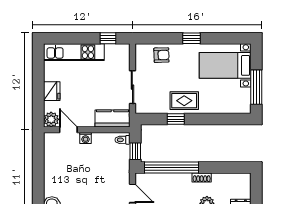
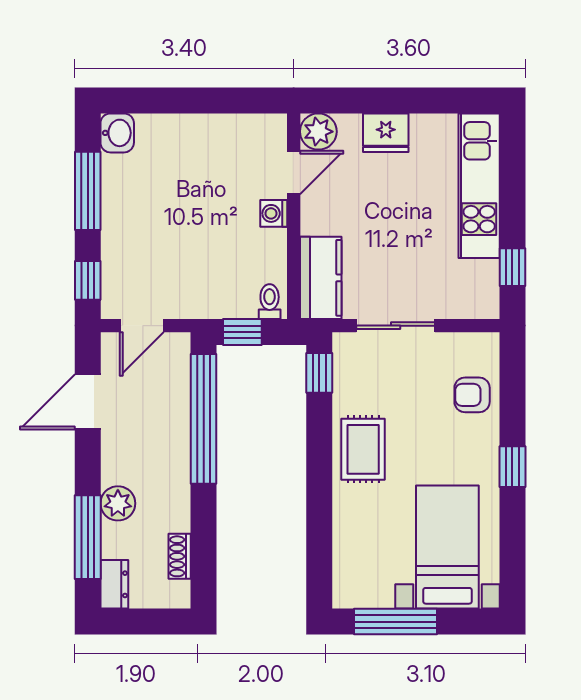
armchair: (161, 55) -> (472, 395), turned 92
window: (176, 119) -> (319, 373), moved
shoe rack: (202, 177) -> (180, 556), moved

